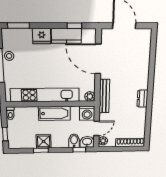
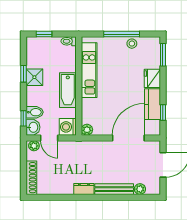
plant: (146, 48) -> (140, 189), added
kitchen unit: (45, 95) -> (89, 70), width x0.73
bench: (104, 96) -> (114, 189), moved

